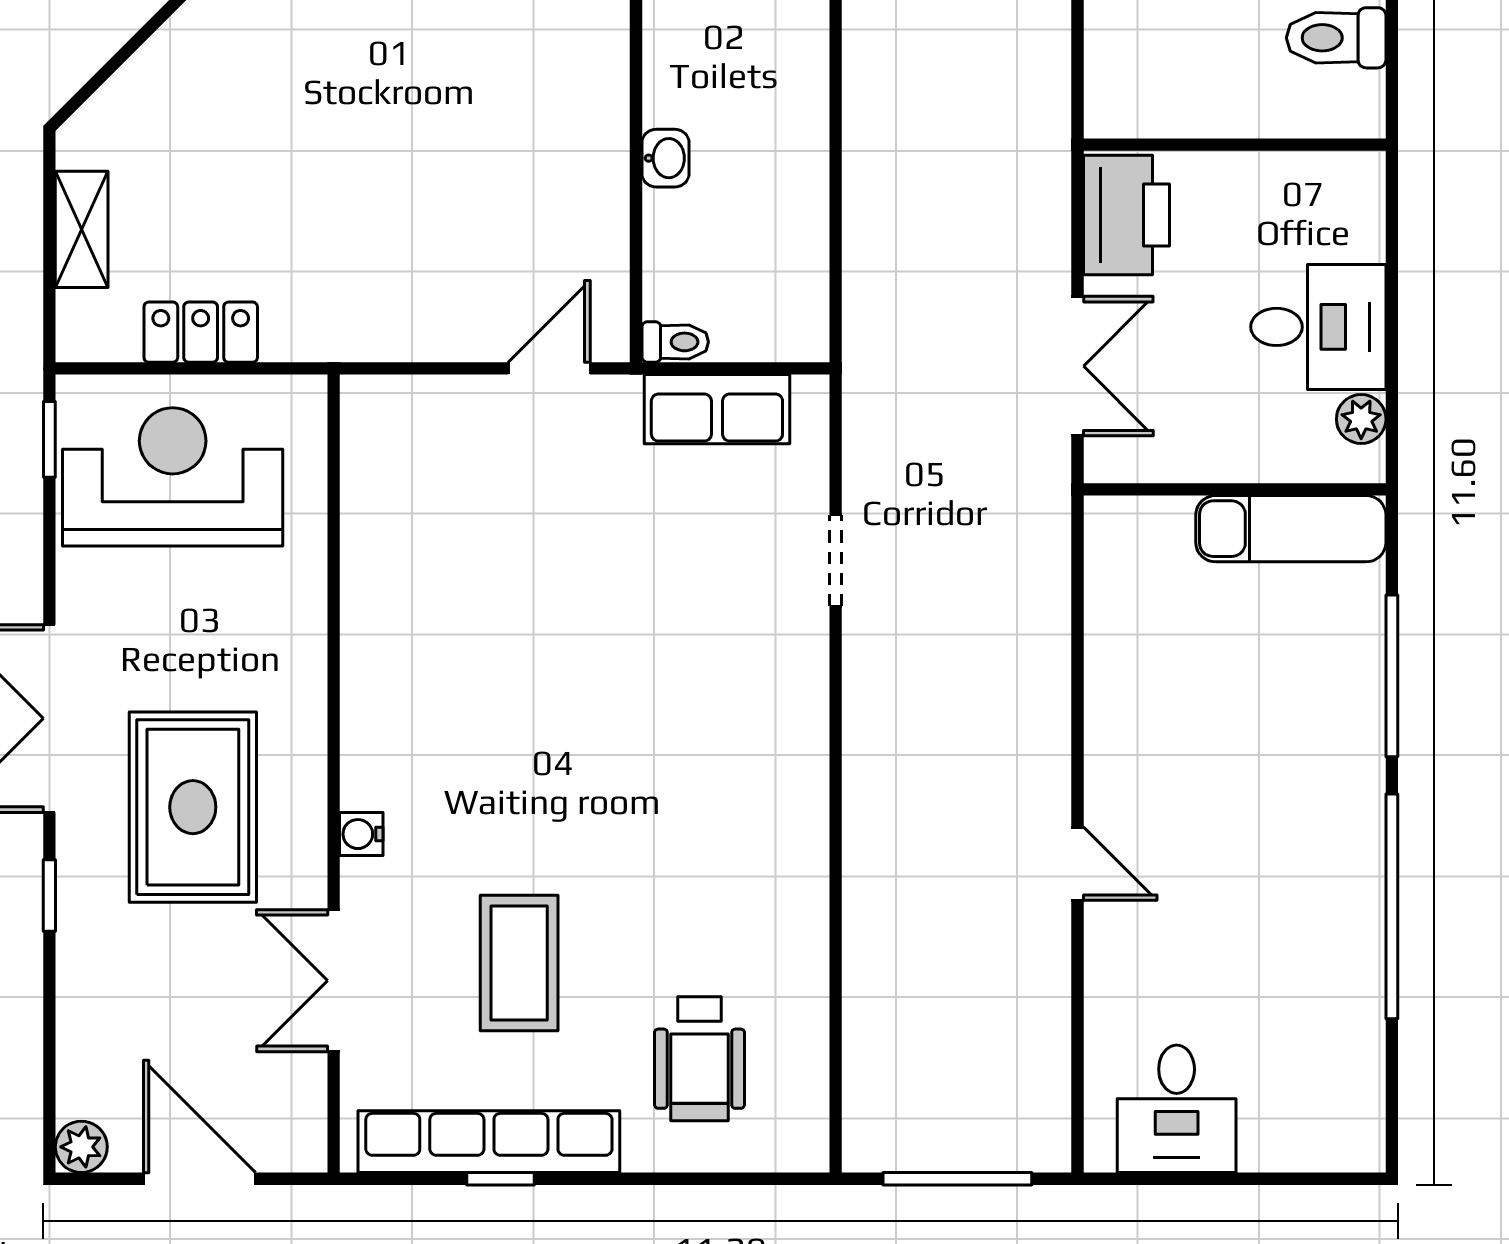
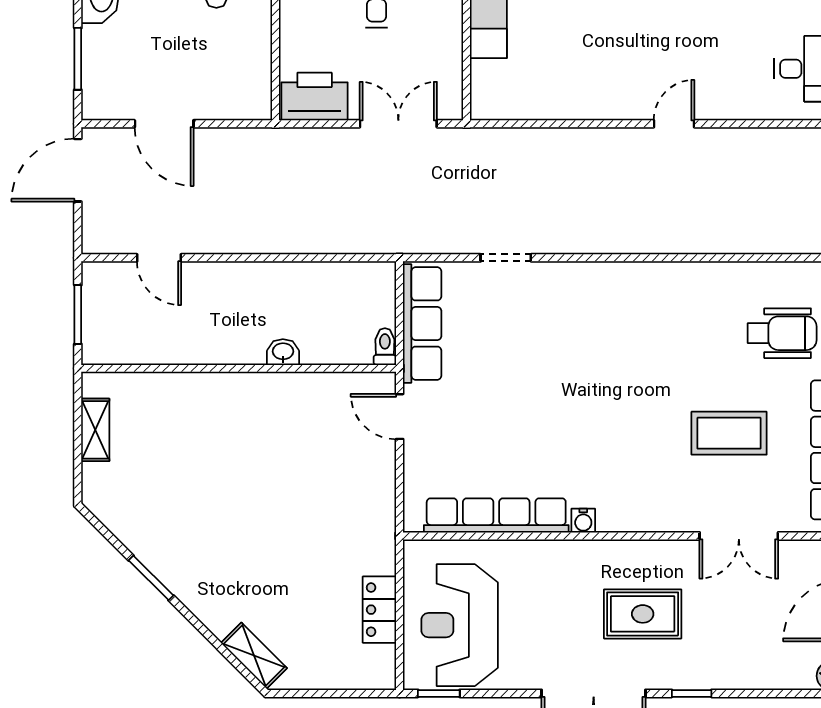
shelving: (82, 229) -> (254, 656), moved, turned 45
row of seats: (717, 409) -> (422, 324), width x1.48
row of seats: (371, 543) -> (496, 515), added
rug: (193, 807) -> (643, 614), width x0.73, depth x0.70
water cooler: (361, 834) -> (583, 521), moved

